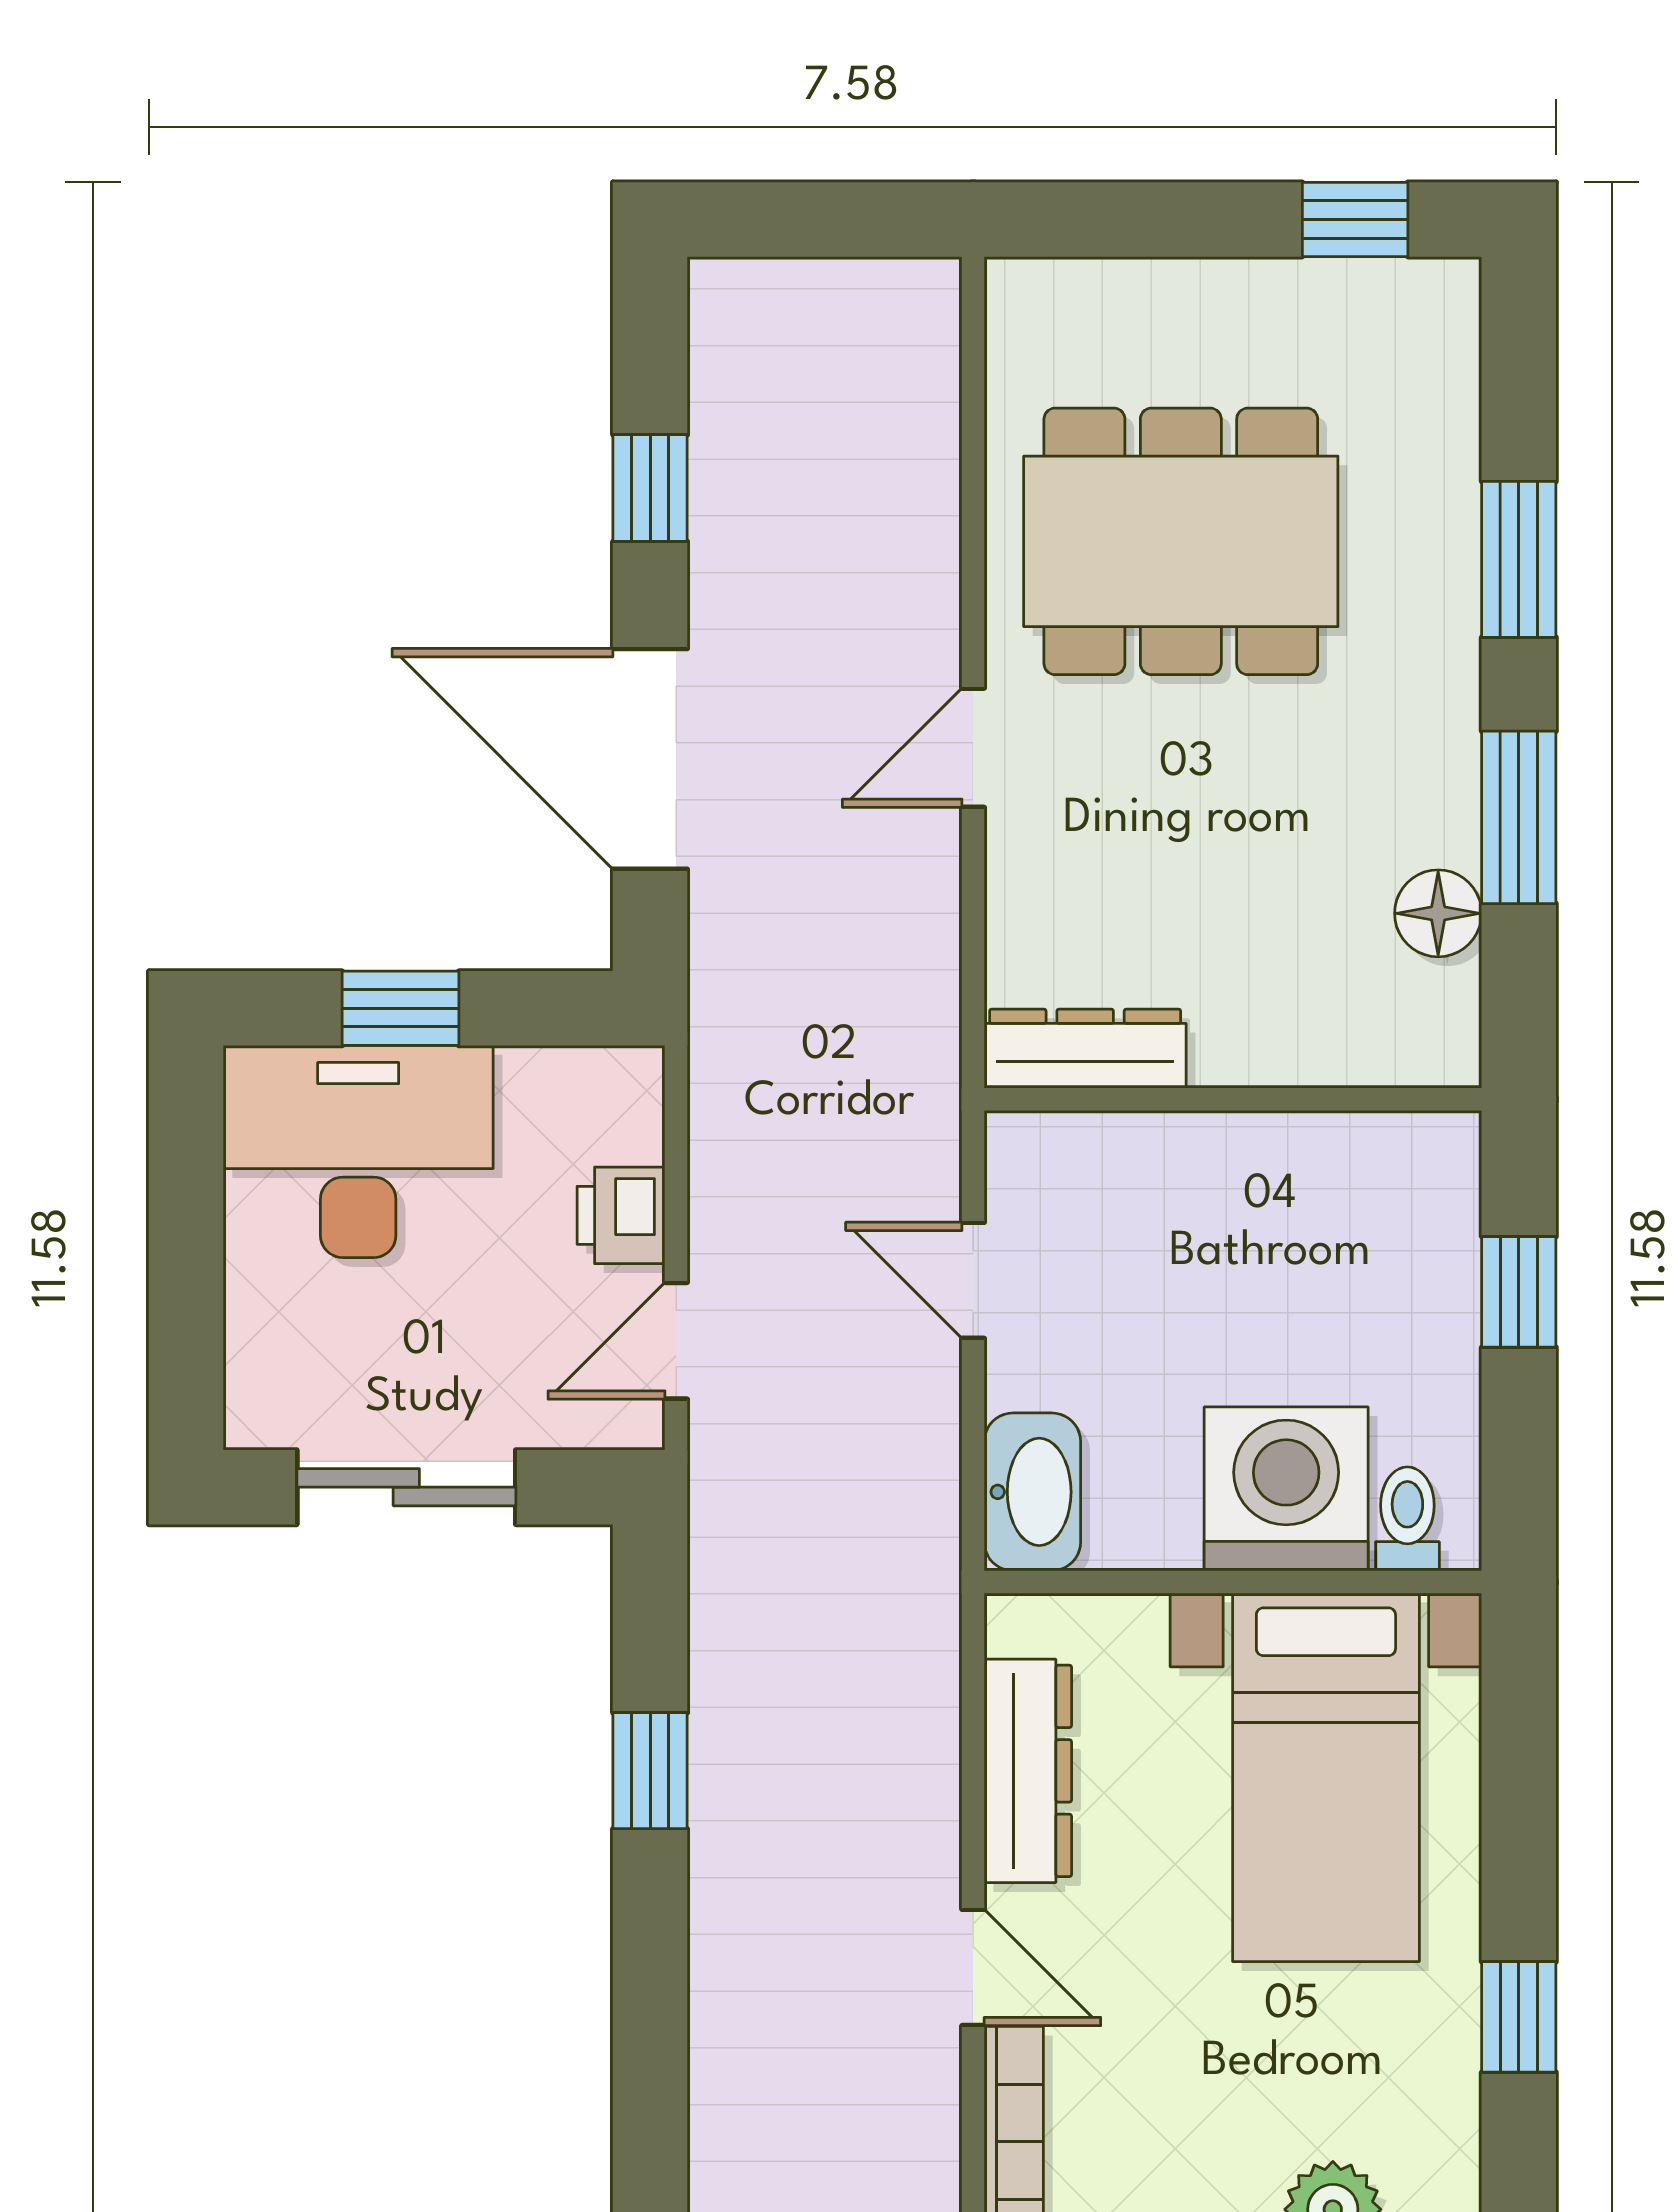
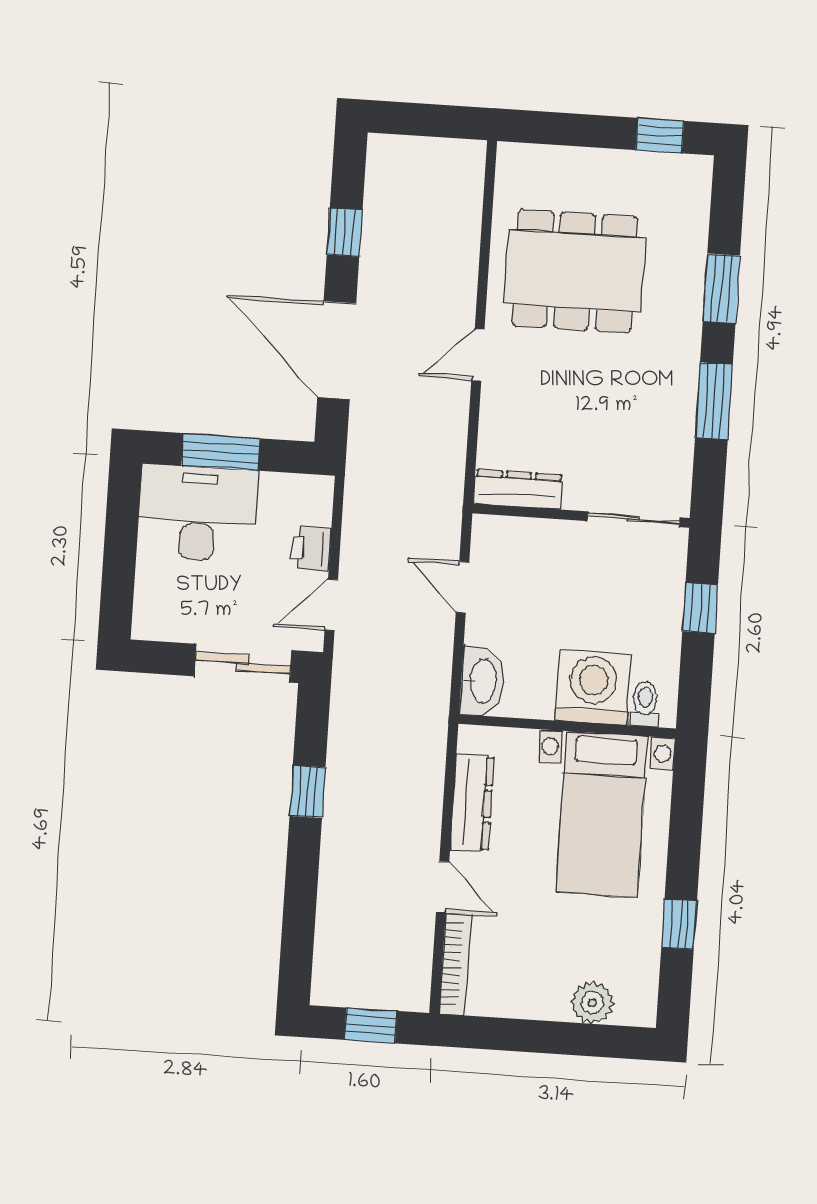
floor lamp: (1438, 913) -> (676, 441), removed
window: (401, 1008) -> (221, 452), width x1.50
sliding door: (1353, 1099) -> (634, 519), added
sliding door: (406, 1487) -> (243, 663), moved

